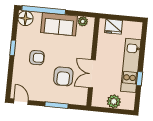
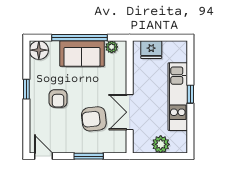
window: (44, 10) -> (79, 38), moved
armchair: (37, 58) -> (58, 99), turned 90
armchair: (63, 76) -> (94, 119), turned 84
window: (139, 79) -> (190, 94), moved

